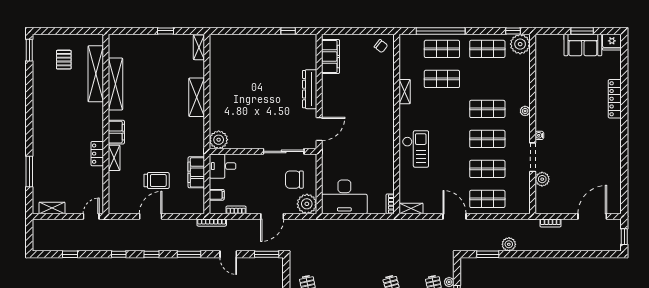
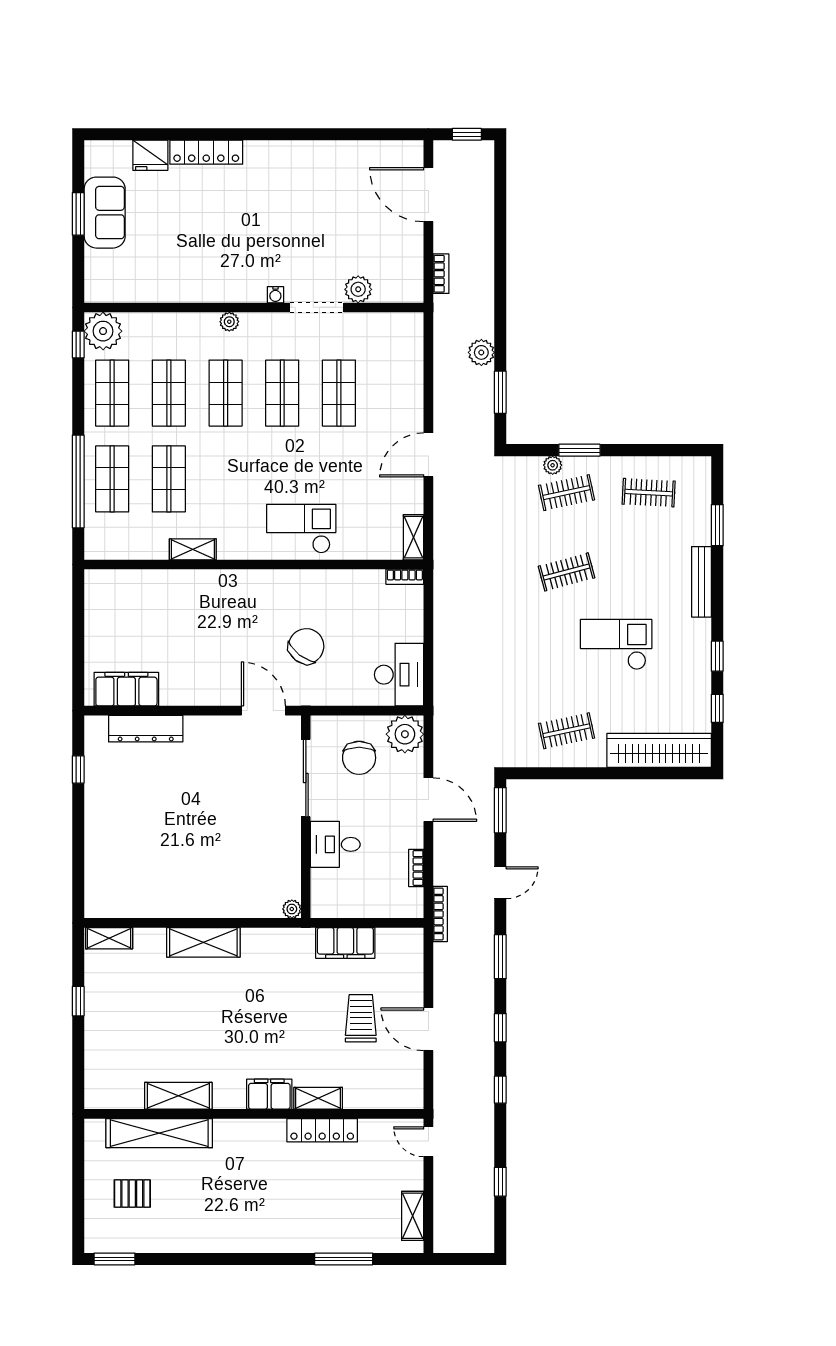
fridge: (612, 42) -> (150, 155), moved, turned 90
chair: (381, 46) -> (306, 646), moved, width x1.87, depth x1.87
shelving: (116, 84) -> (178, 1096), width x0.68
dresser: (310, 89) -> (146, 729), moved
plant: (219, 140) -> (292, 909), width x0.53, depth x0.53
locker: (97, 154) -> (322, 1130), width x1.53
desk: (223, 166) -> (335, 844), moved, turned 90
filing cabinet: (217, 195) -> (388, 904), removed
desk: (344, 197) -> (399, 675), width x0.73, depth x0.77
shop shelf: (487, 199) -> (169, 393), moved

